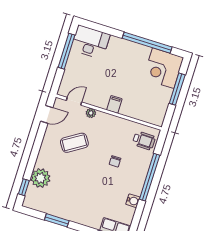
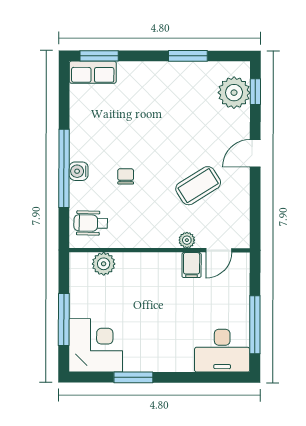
window: (147, 43) -> (133, 377), width x0.47
filing cabinet: (114, 104) -> (192, 265), moved
door: (47, 114) -> (255, 153), moved
plant: (144, 114) -> (104, 264), added
plant: (40, 178) -> (234, 93), moved
water cooler: (133, 201) -> (79, 171), moved

